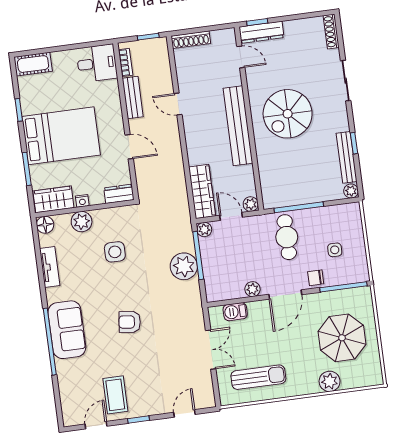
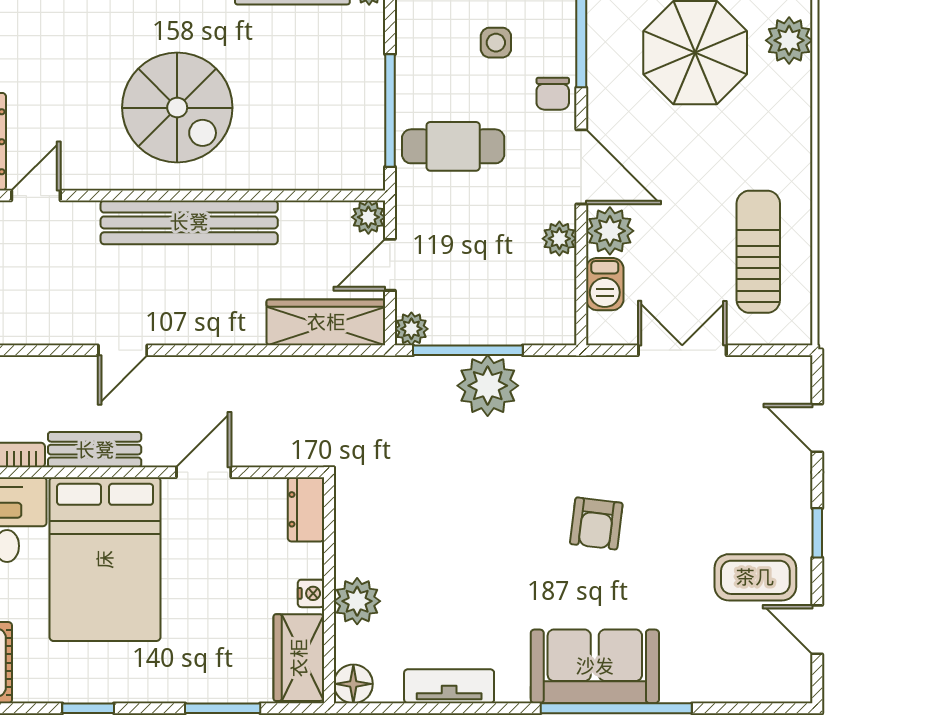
bed: (61, 136) -> (105, 559), moved, turned 180
side table: (115, 252) -> (435, 536), removed
plant: (259, 311) -> (610, 231), added
plant: (330, 381) -> (789, 40), moved

